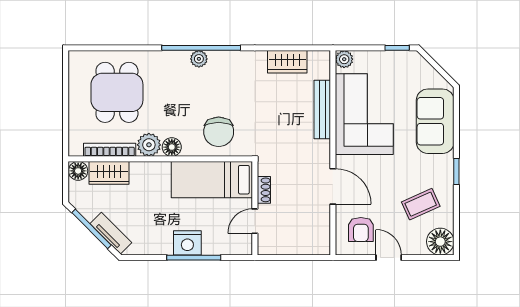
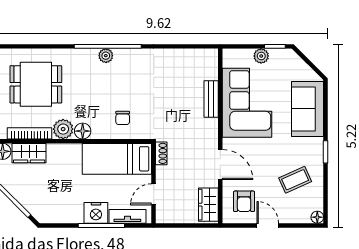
plant: (344, 59) -> (261, 56), moved
wardrobe: (287, 62) -> (208, 205), moved, turned 90
dining table: (117, 92) -> (36, 84), turned 90
bench: (322, 109) -> (211, 99), width x0.73
chair: (219, 132) -> (123, 118), width x0.54, depth x0.54
shoe rack: (264, 190) -> (161, 153), moved
tv unit: (111, 233) -> (127, 216), moved, turned -45
floor lamp: (440, 242) -> (317, 217), width x0.53, depth x0.53

